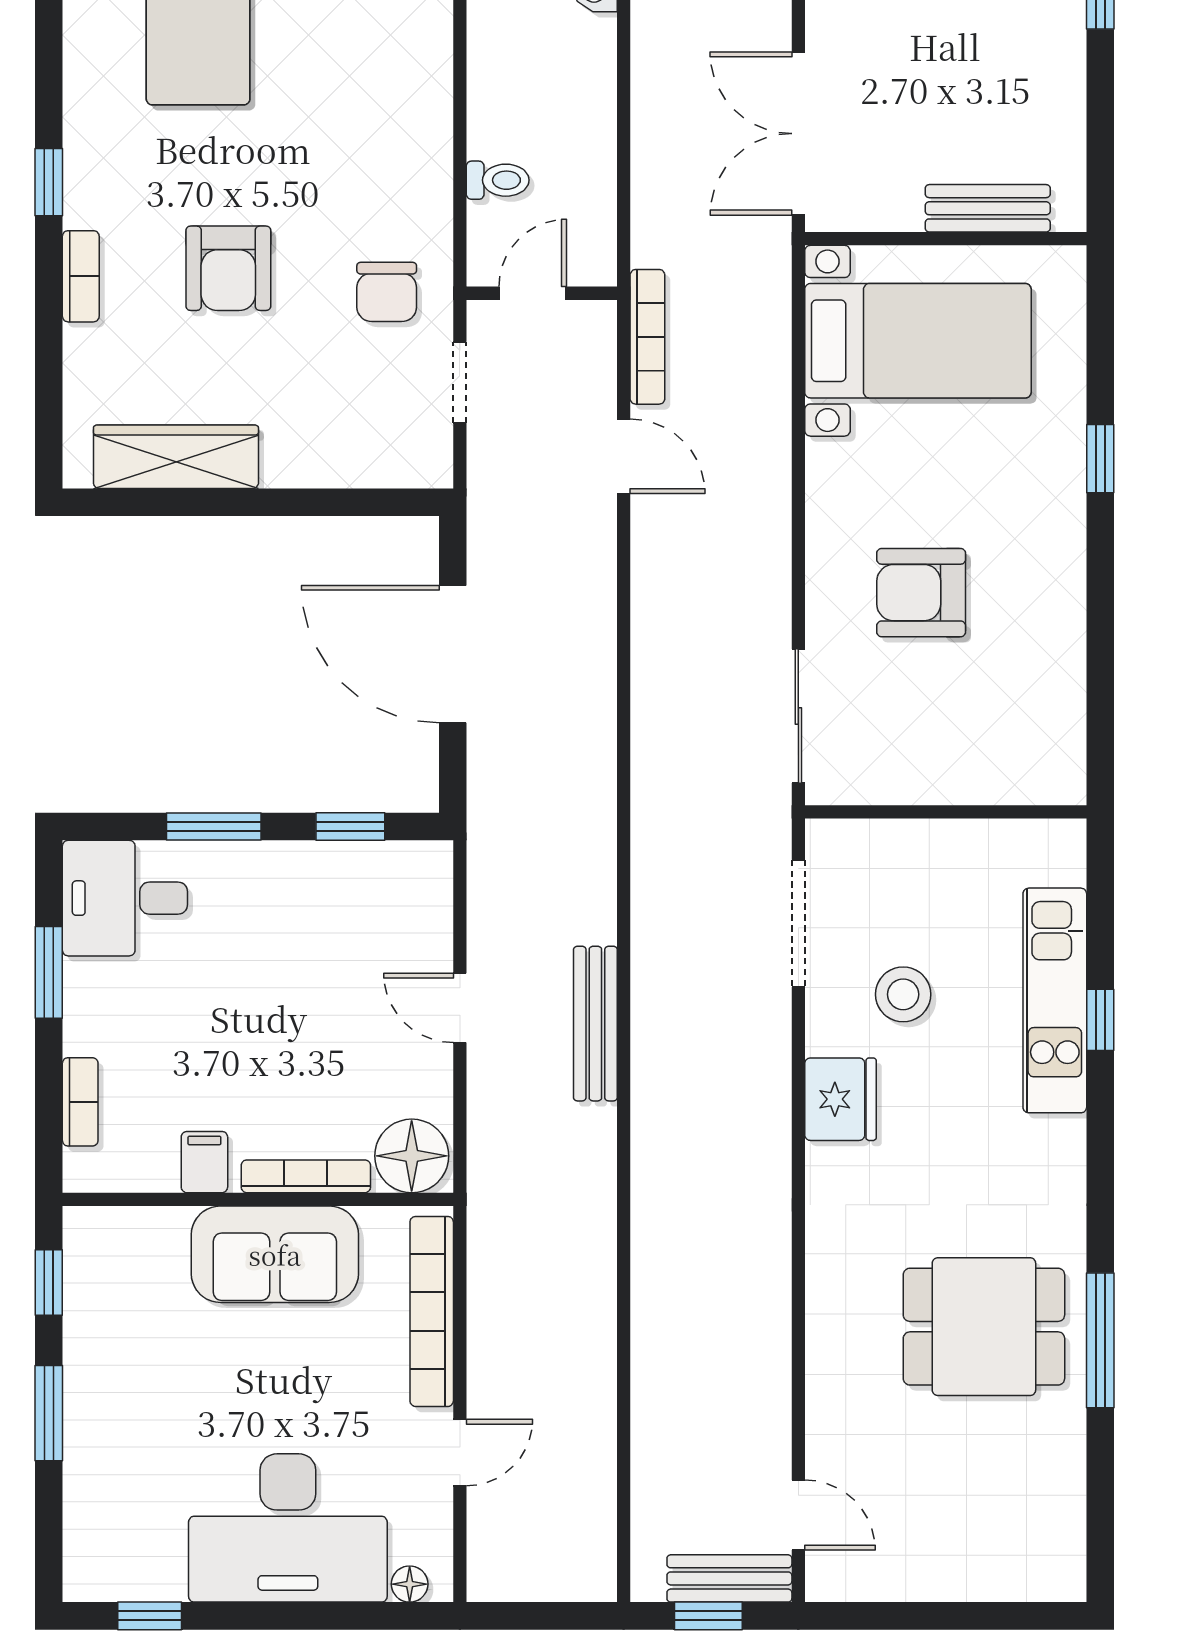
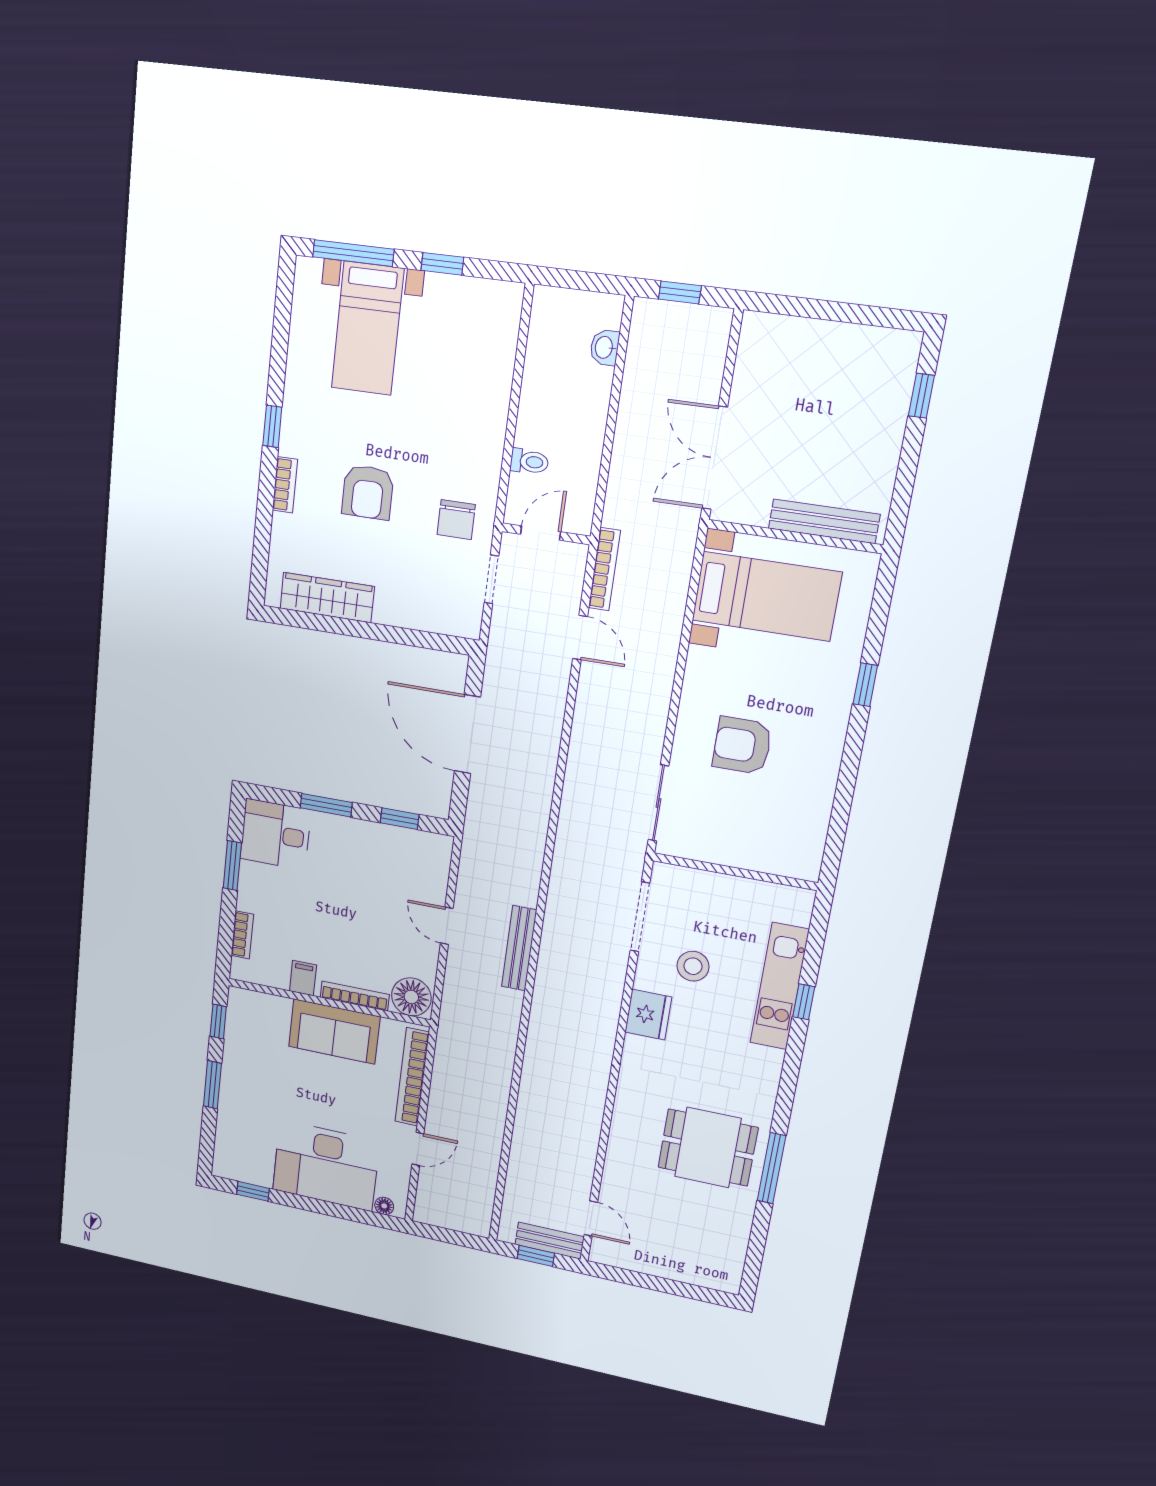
bench: (988, 208) -> (824, 521), width x1.36

